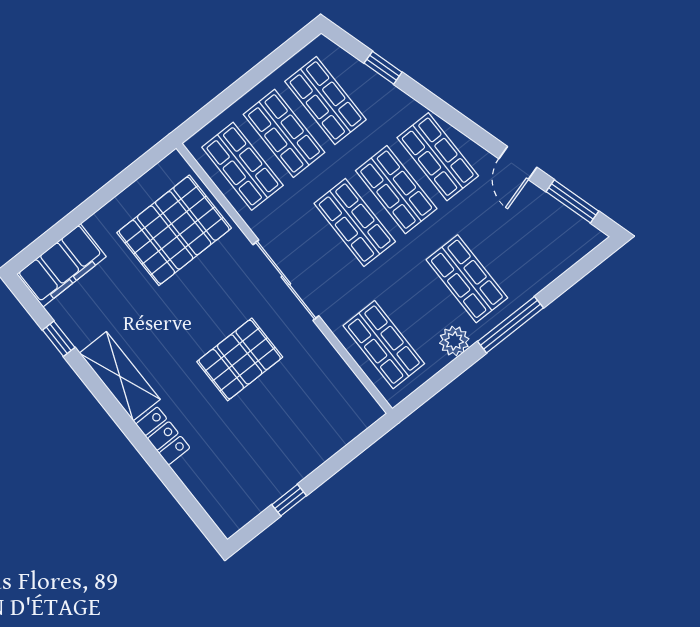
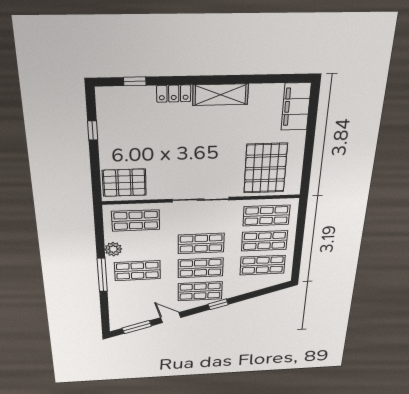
window: (383, 68) -> (218, 304), moved
window: (59, 339) -> (135, 81), moved
pallet: (240, 359) -> (124, 183), moved, turned 90

